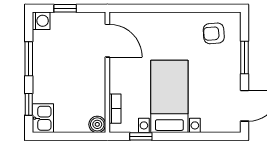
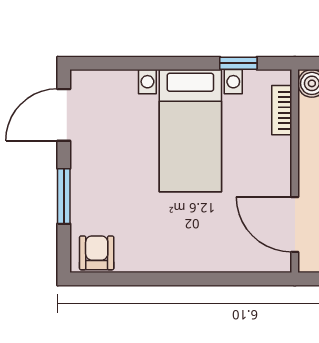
armchair: (214, 33) -> (97, 253), moved, turned -86

